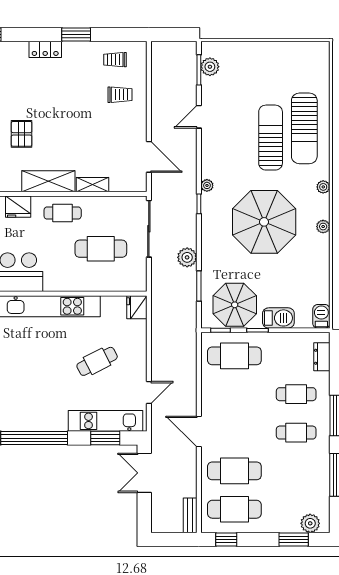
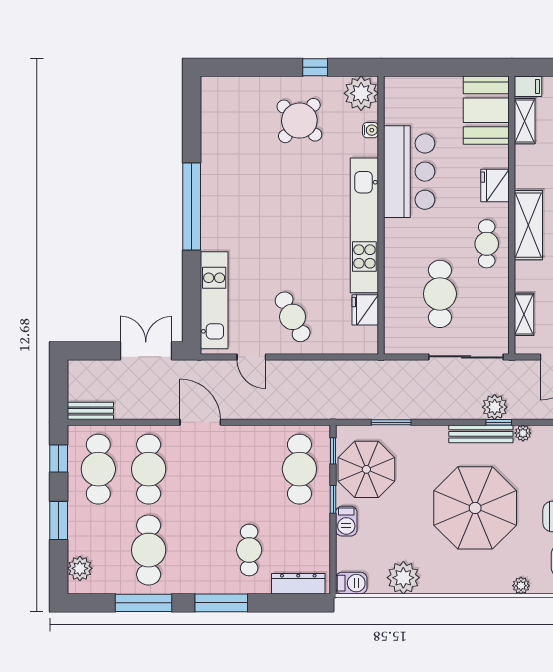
shelving: (92, 185) -> (524, 314), moved
bench: (208, 217) -> (481, 434), added
plant: (323, 227) -> (403, 578), moved, width x1.87, depth x1.87
plant: (187, 257) -> (495, 407), moved
fridge: (137, 307) -> (365, 310), moved, turned -90
barbecue: (278, 318) -> (346, 521), width x0.73, depth x0.79
dresser: (322, 357) -> (298, 584), width x1.44
cafe table: (97, 361) -> (293, 317), moved
door: (199, 432) -> (200, 422), hinge flipped
cafe table: (296, 433) -> (149, 550), moved, width x1.37, depth x1.35
window: (105, 438) -> (192, 300), removed
window: (294, 539) -> (59, 520), moved

